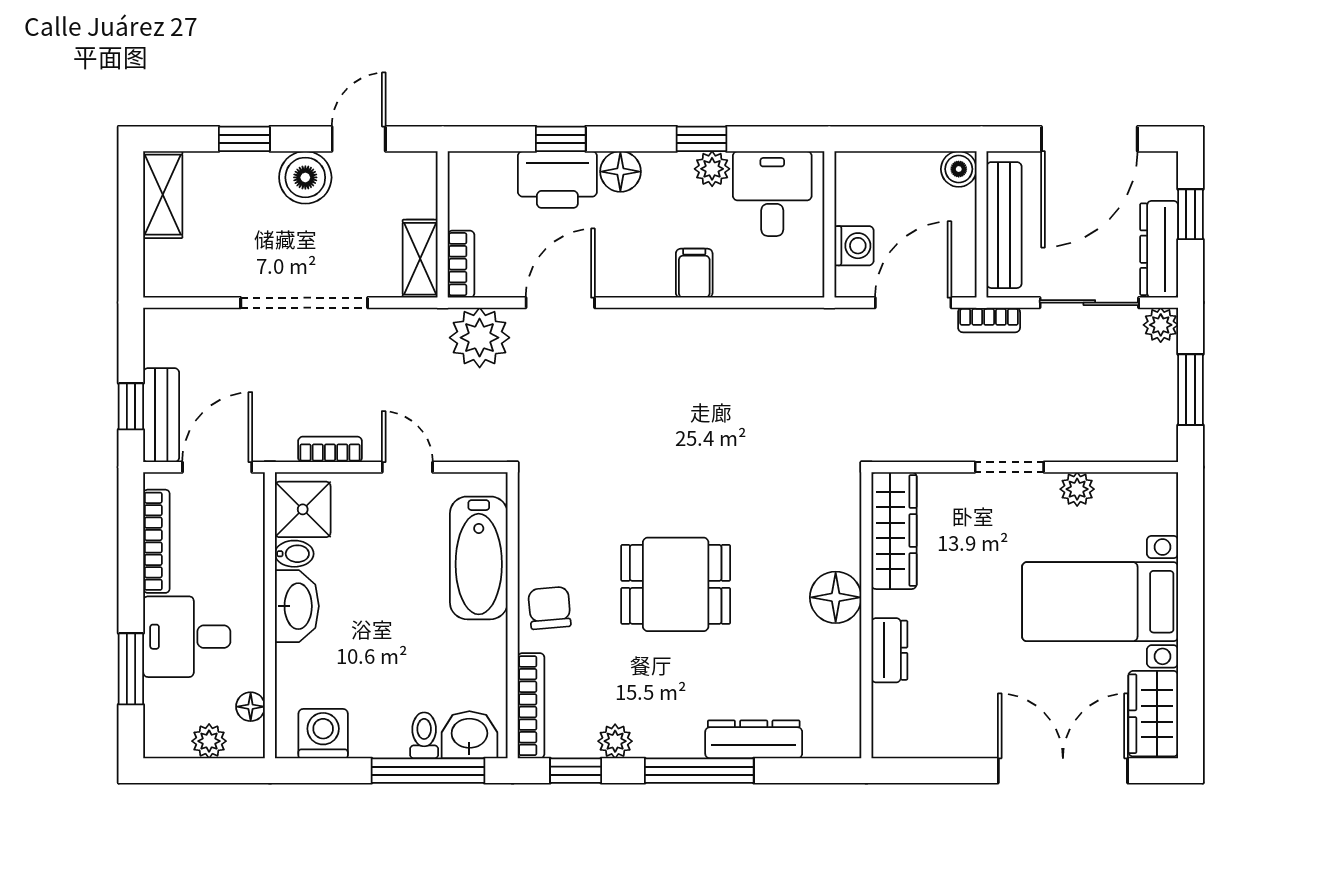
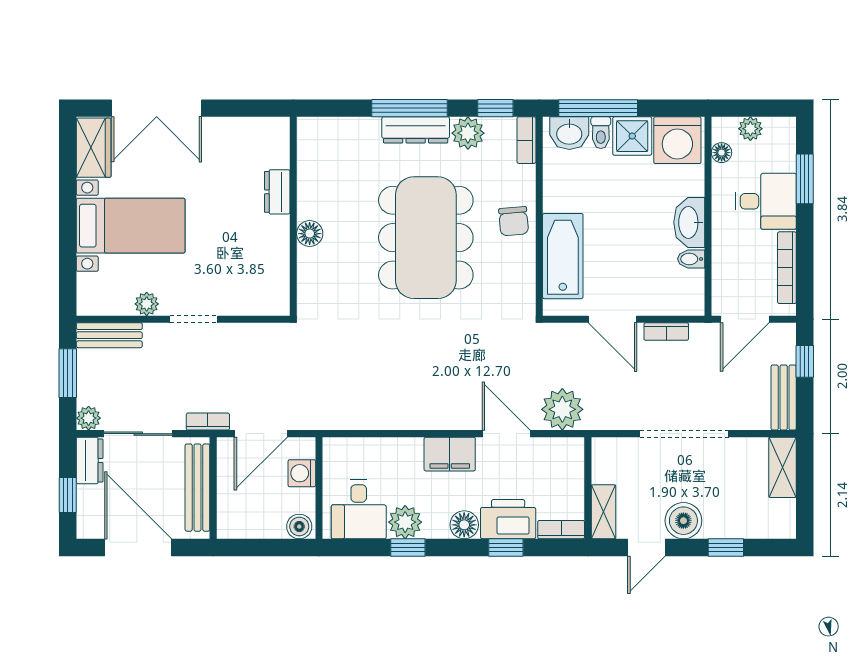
door: (1089, 139) -> (138, 547), hinge flipped
plant: (712, 169) -> (405, 522), width x1.38, depth x1.38
boiler: (959, 169) -> (299, 527), moved
shelving: (163, 195) -> (783, 467), moved
dresser: (1159, 249) -> (90, 461), width x0.70
shelving: (420, 259) -> (604, 512), moved
bookcase: (461, 264) -> (561, 530), moved, turned 90
filing cabinet: (694, 273) -> (450, 454), moved, width x2.00
door: (560, 303) -> (506, 434), swing flipped
bench: (161, 415) -> (784, 398), moved
bench: (1131, 444) -> (109, 335), added
door: (407, 467) -> (612, 319), width x1.38
shower: (303, 509) -> (632, 136), moved
wardrobe: (894, 531) -> (274, 275), removed
dining table: (676, 584) -> (426, 238), width x1.88, depth x1.24
floor lamp: (836, 597) -> (310, 234), width x0.73, depth x0.73
bookcase: (531, 706) -> (526, 140), width x0.64
washing machine: (323, 734) -> (677, 140), width x1.37, depth x1.37
dresser: (754, 739) -> (416, 130), moved
plant: (615, 741) -> (468, 133), width x1.38, depth x1.38

